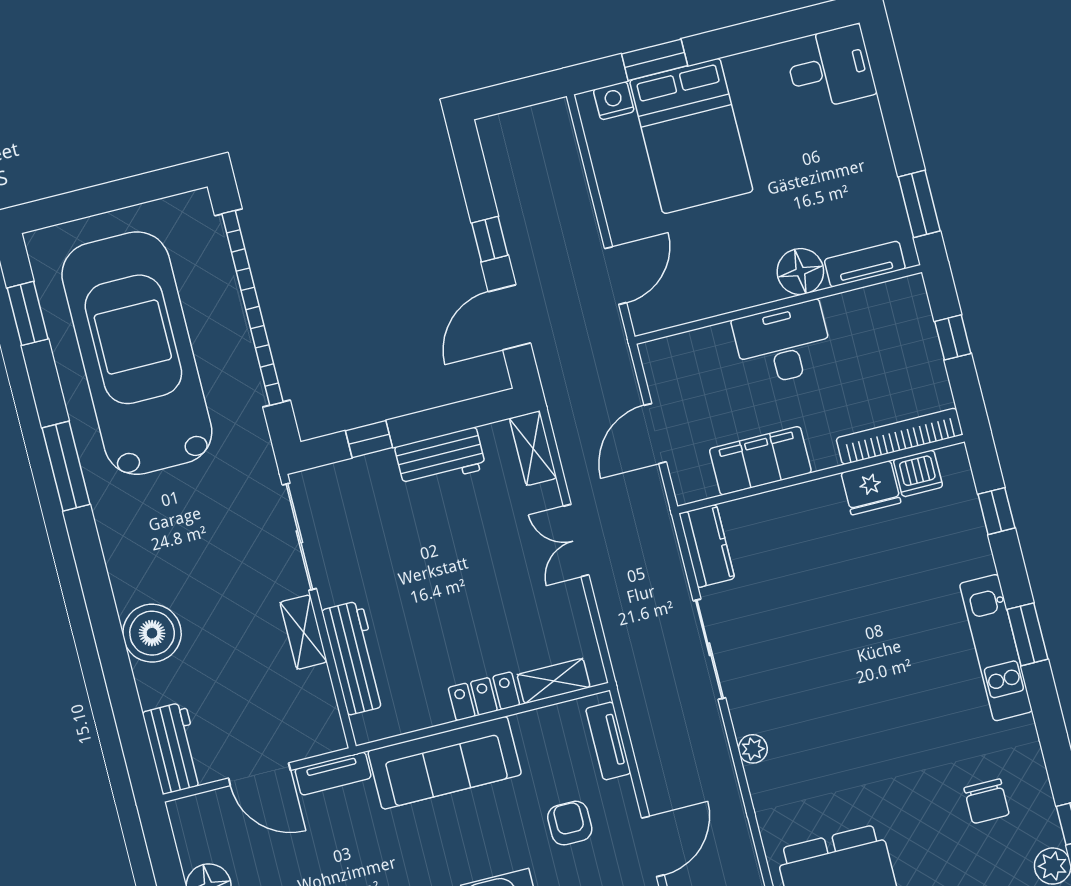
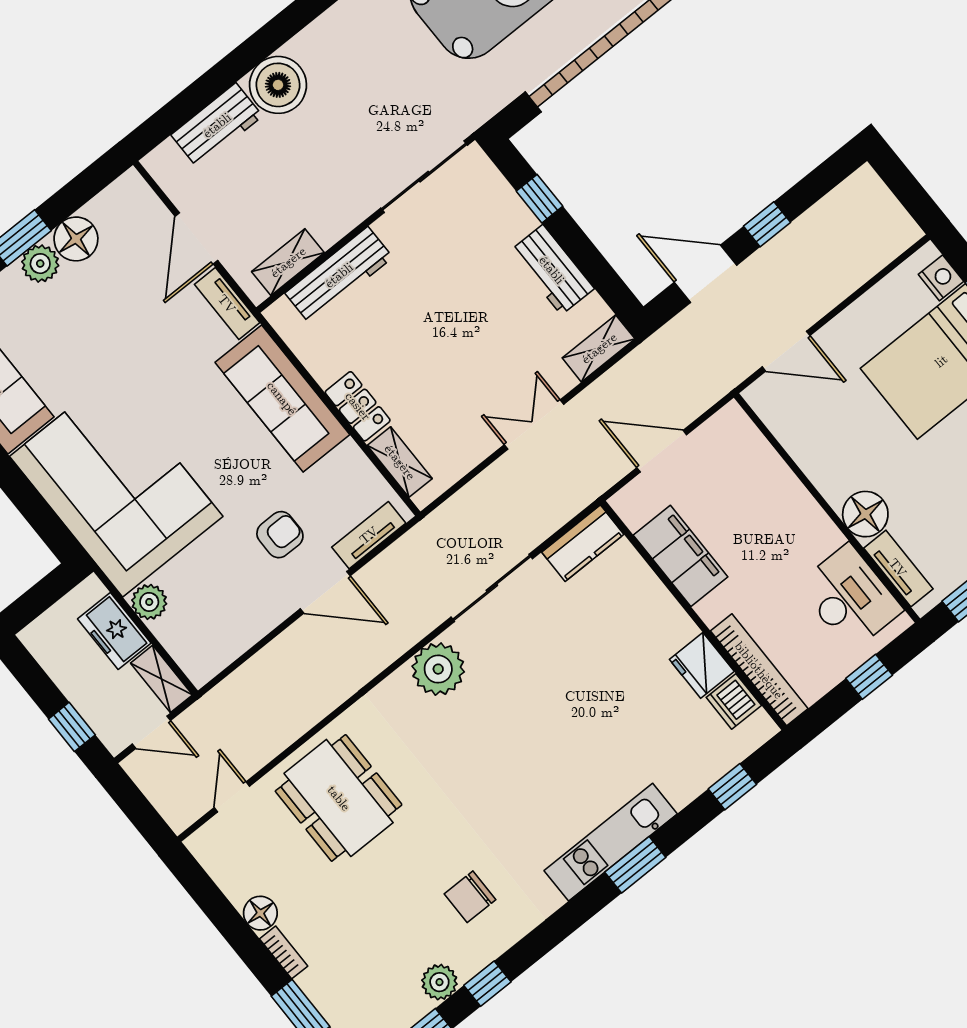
desk: (783, 344) -> (850, 597), moved
shelving: (304, 632) -> (288, 262), moved
workbench: (174, 748) -> (217, 125), moved
plant: (753, 749) -> (438, 669), width x1.88, depth x1.88
door: (653, 846) -> (325, 592), moved

